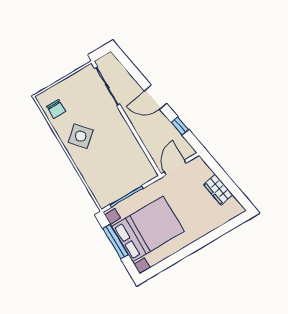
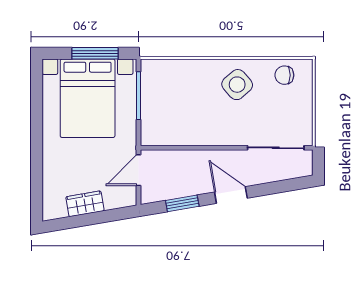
door: (156, 97) -> (231, 195), hinge flipped
window: (180, 126) -> (182, 203), width x1.50
door: (175, 168) -> (139, 170), swing flipped

